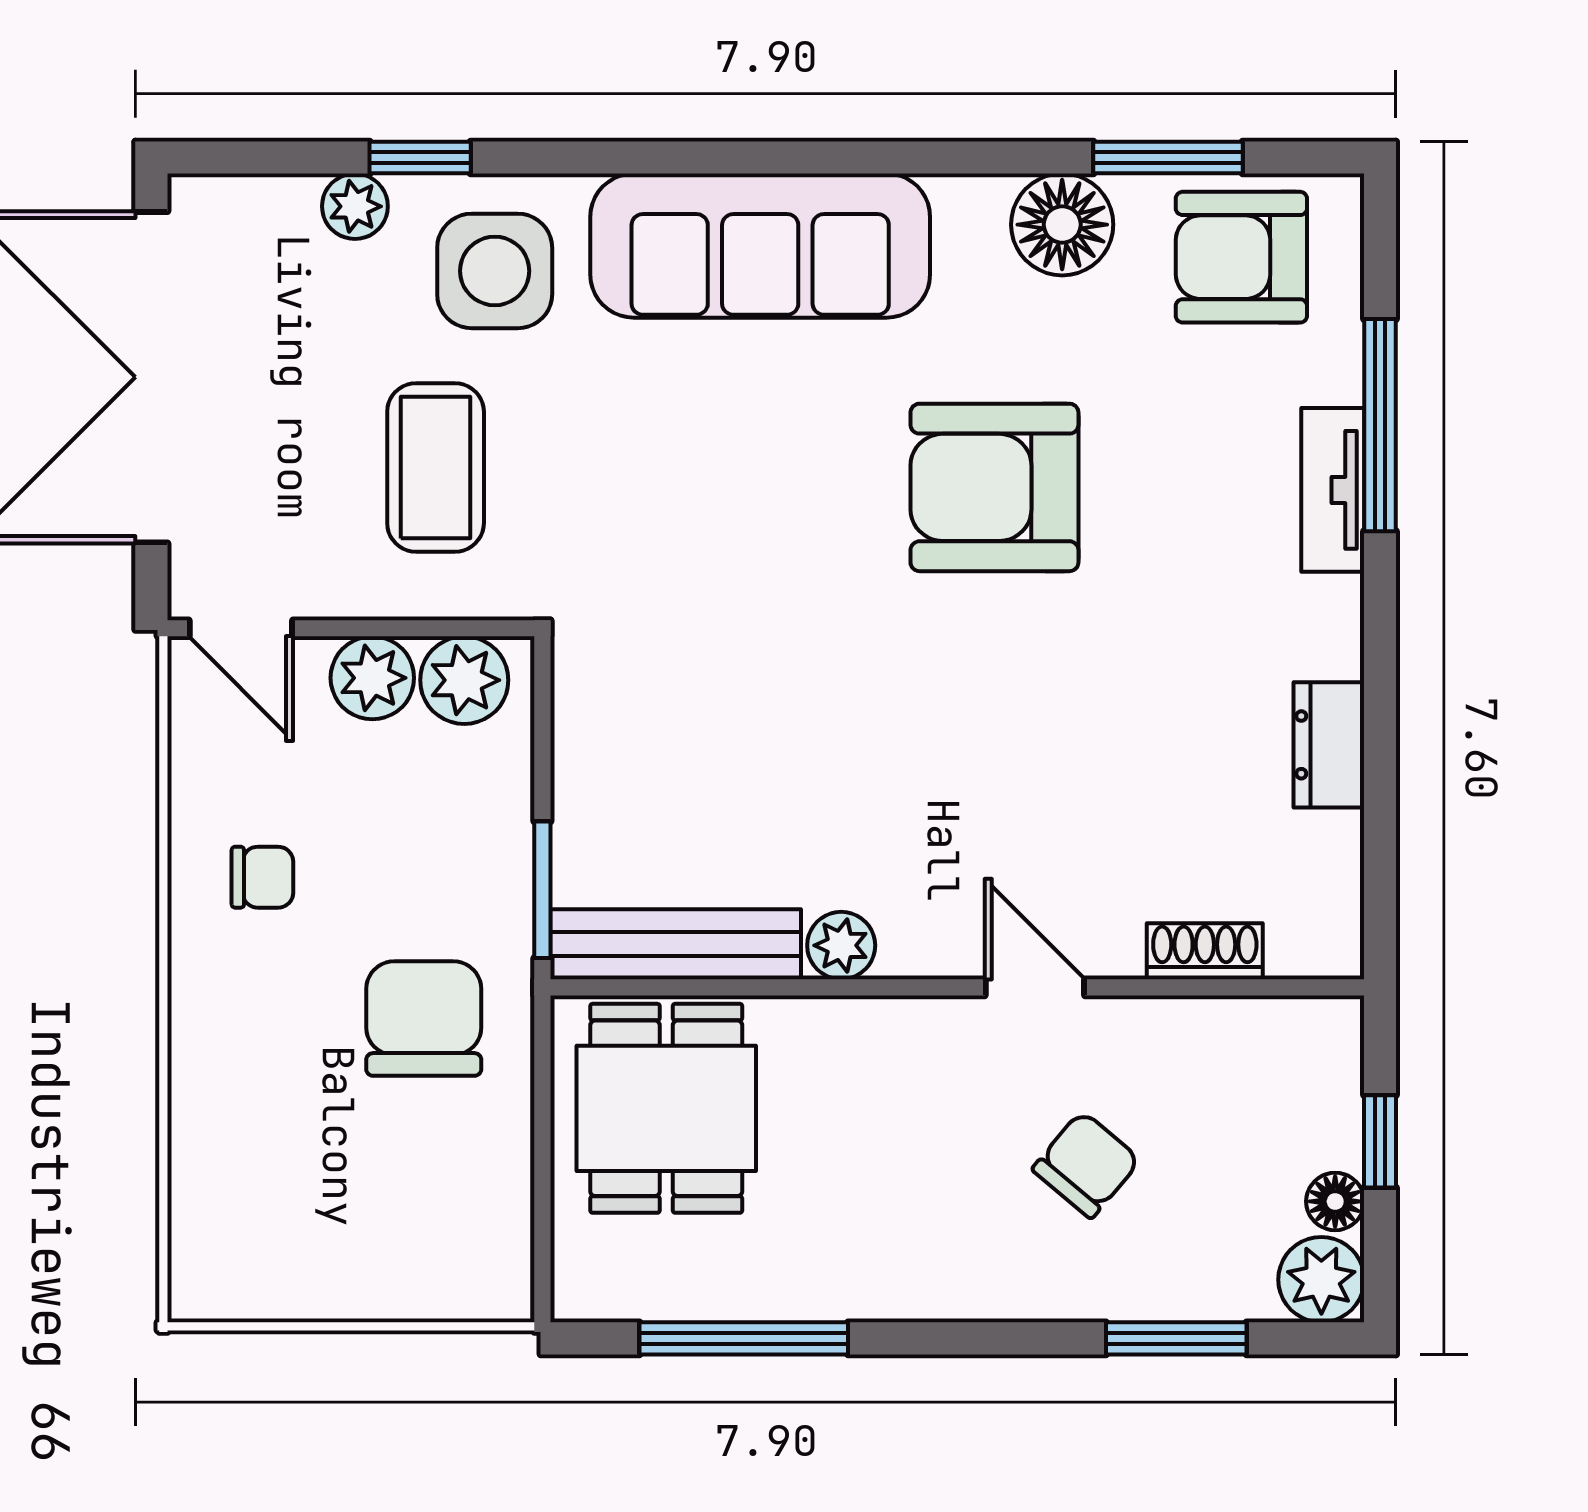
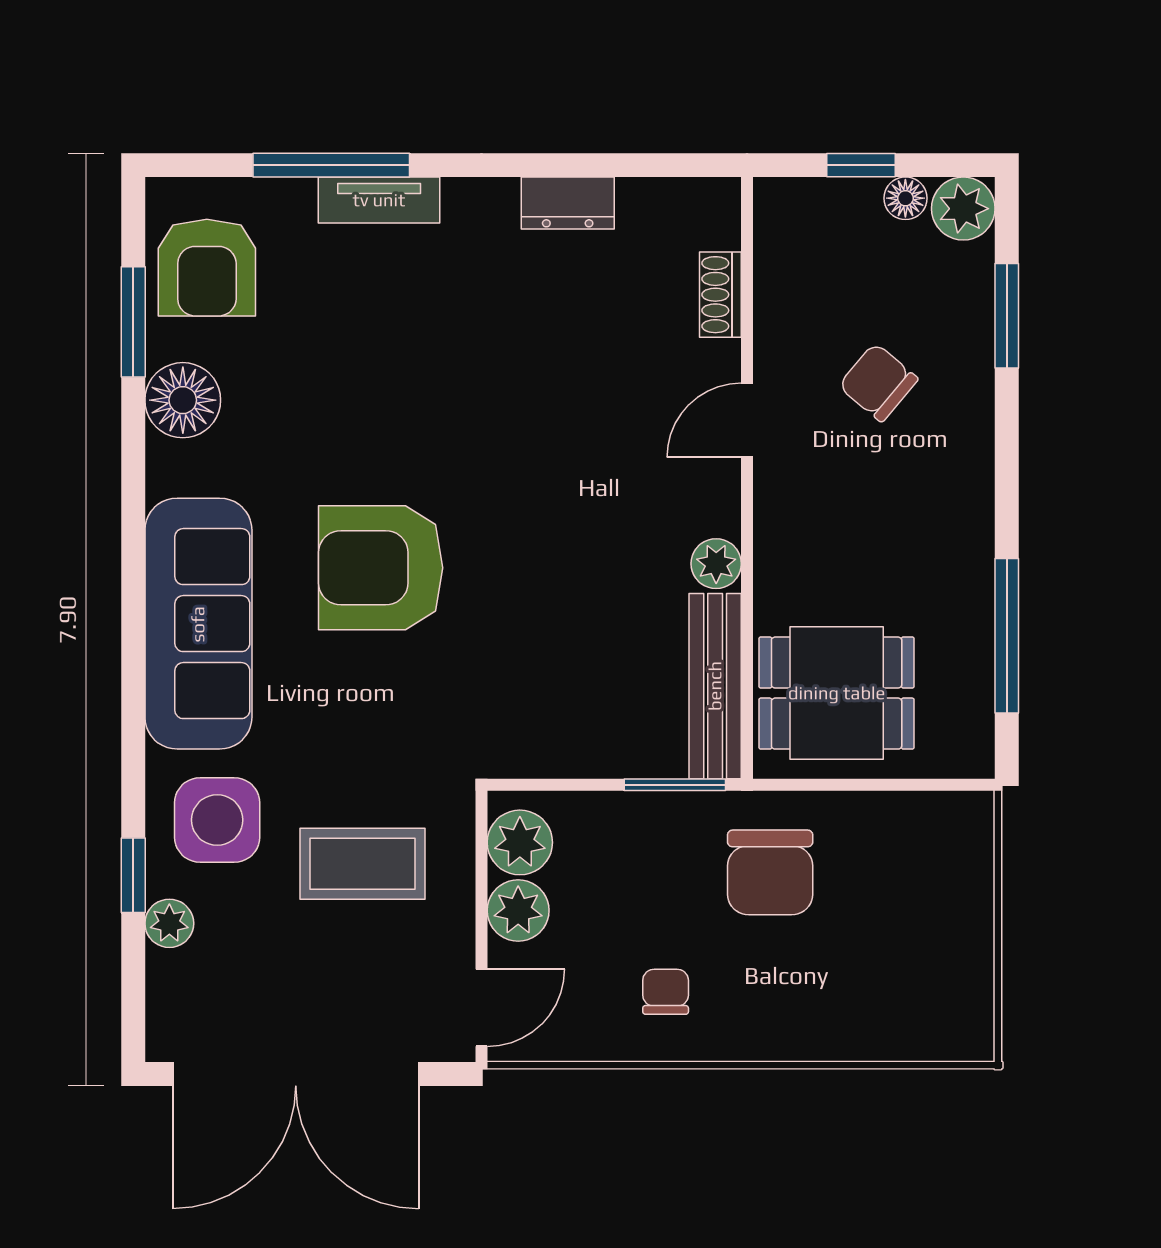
armchair: (994, 487) -> (381, 568), moved, turned 90
chair: (424, 1019) -> (770, 872), turned -90

